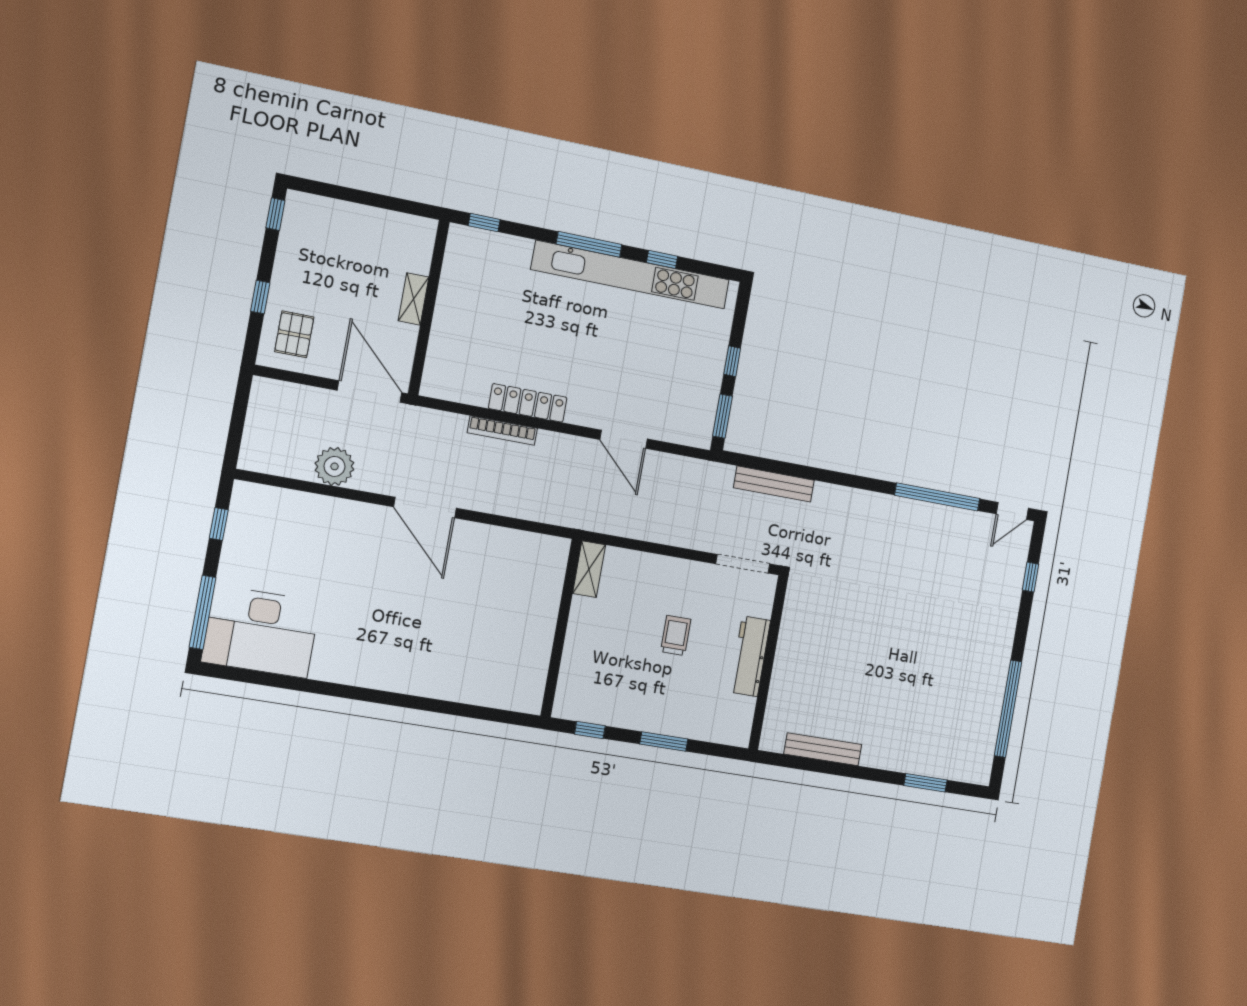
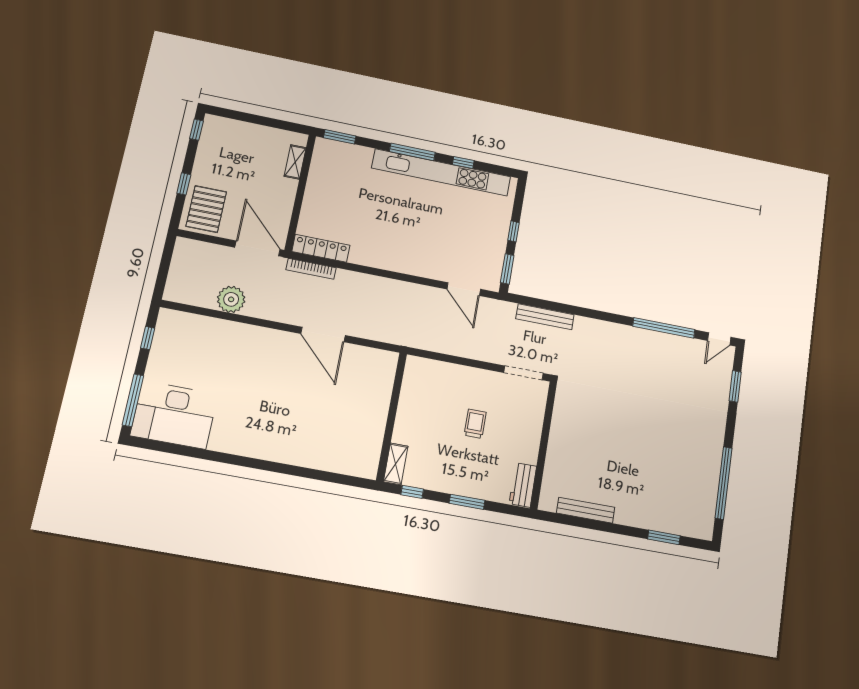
window: (484, 223) -> (340, 137), width x1.50
shelving: (414, 299) -> (295, 162), moved
pallet: (294, 334) -> (206, 209), width x1.50, depth x1.42
locker: (528, 403) -> (321, 248), moved
bookcase: (502, 431) -> (311, 269), moved
door: (624, 439) -> (464, 289), moved
door: (425, 508) -> (323, 334), moved
shelving: (589, 569) -> (396, 464), moved
window: (1031, 577) -> (735, 386), width x1.50
workbench: (750, 656) -> (523, 485), moved, width x0.73

